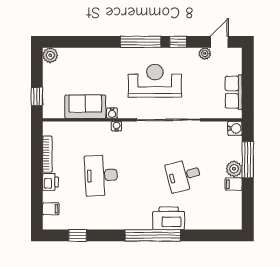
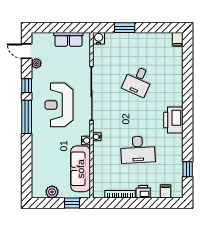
plant: (50, 55) -> (52, 192), moved
sofa: (85, 107) -> (81, 169), width x1.36
window: (248, 160) -> (125, 28), width x0.69
plant: (234, 169) -> (132, 39), removed
desk: (184, 175) -> (138, 81), turned 39
filing cabinet: (234, 184) -> (178, 39), moved
printer: (169, 218) -> (173, 120), moved
window: (153, 235) -> (188, 107), removed

